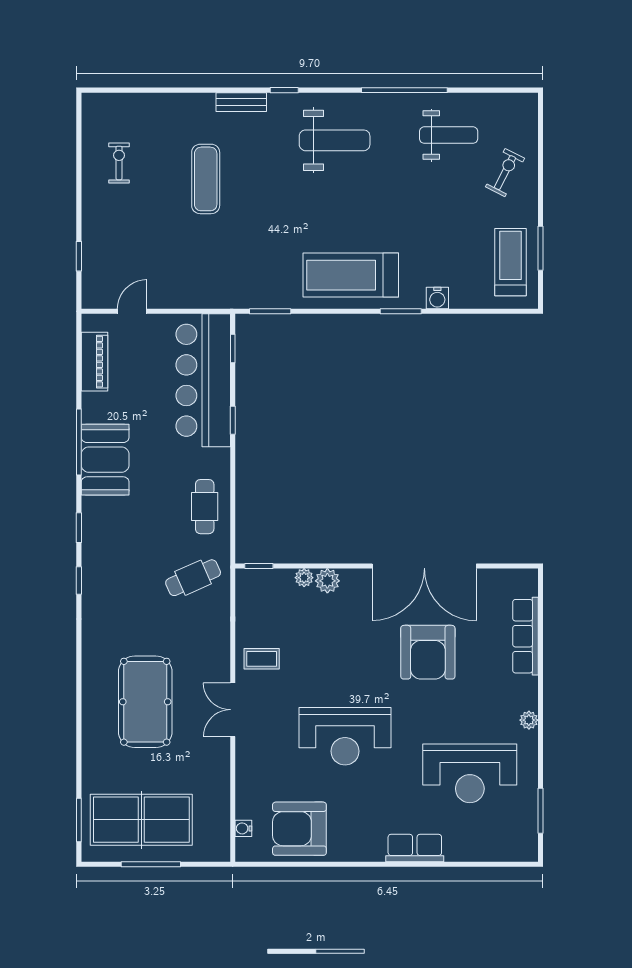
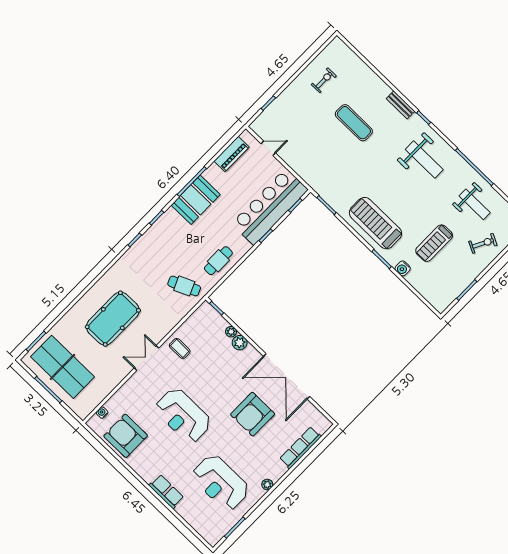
exercise mat: (206, 179) -> (354, 123), turned 90
treadmill: (511, 262) -> (434, 243), moved, turned 180

